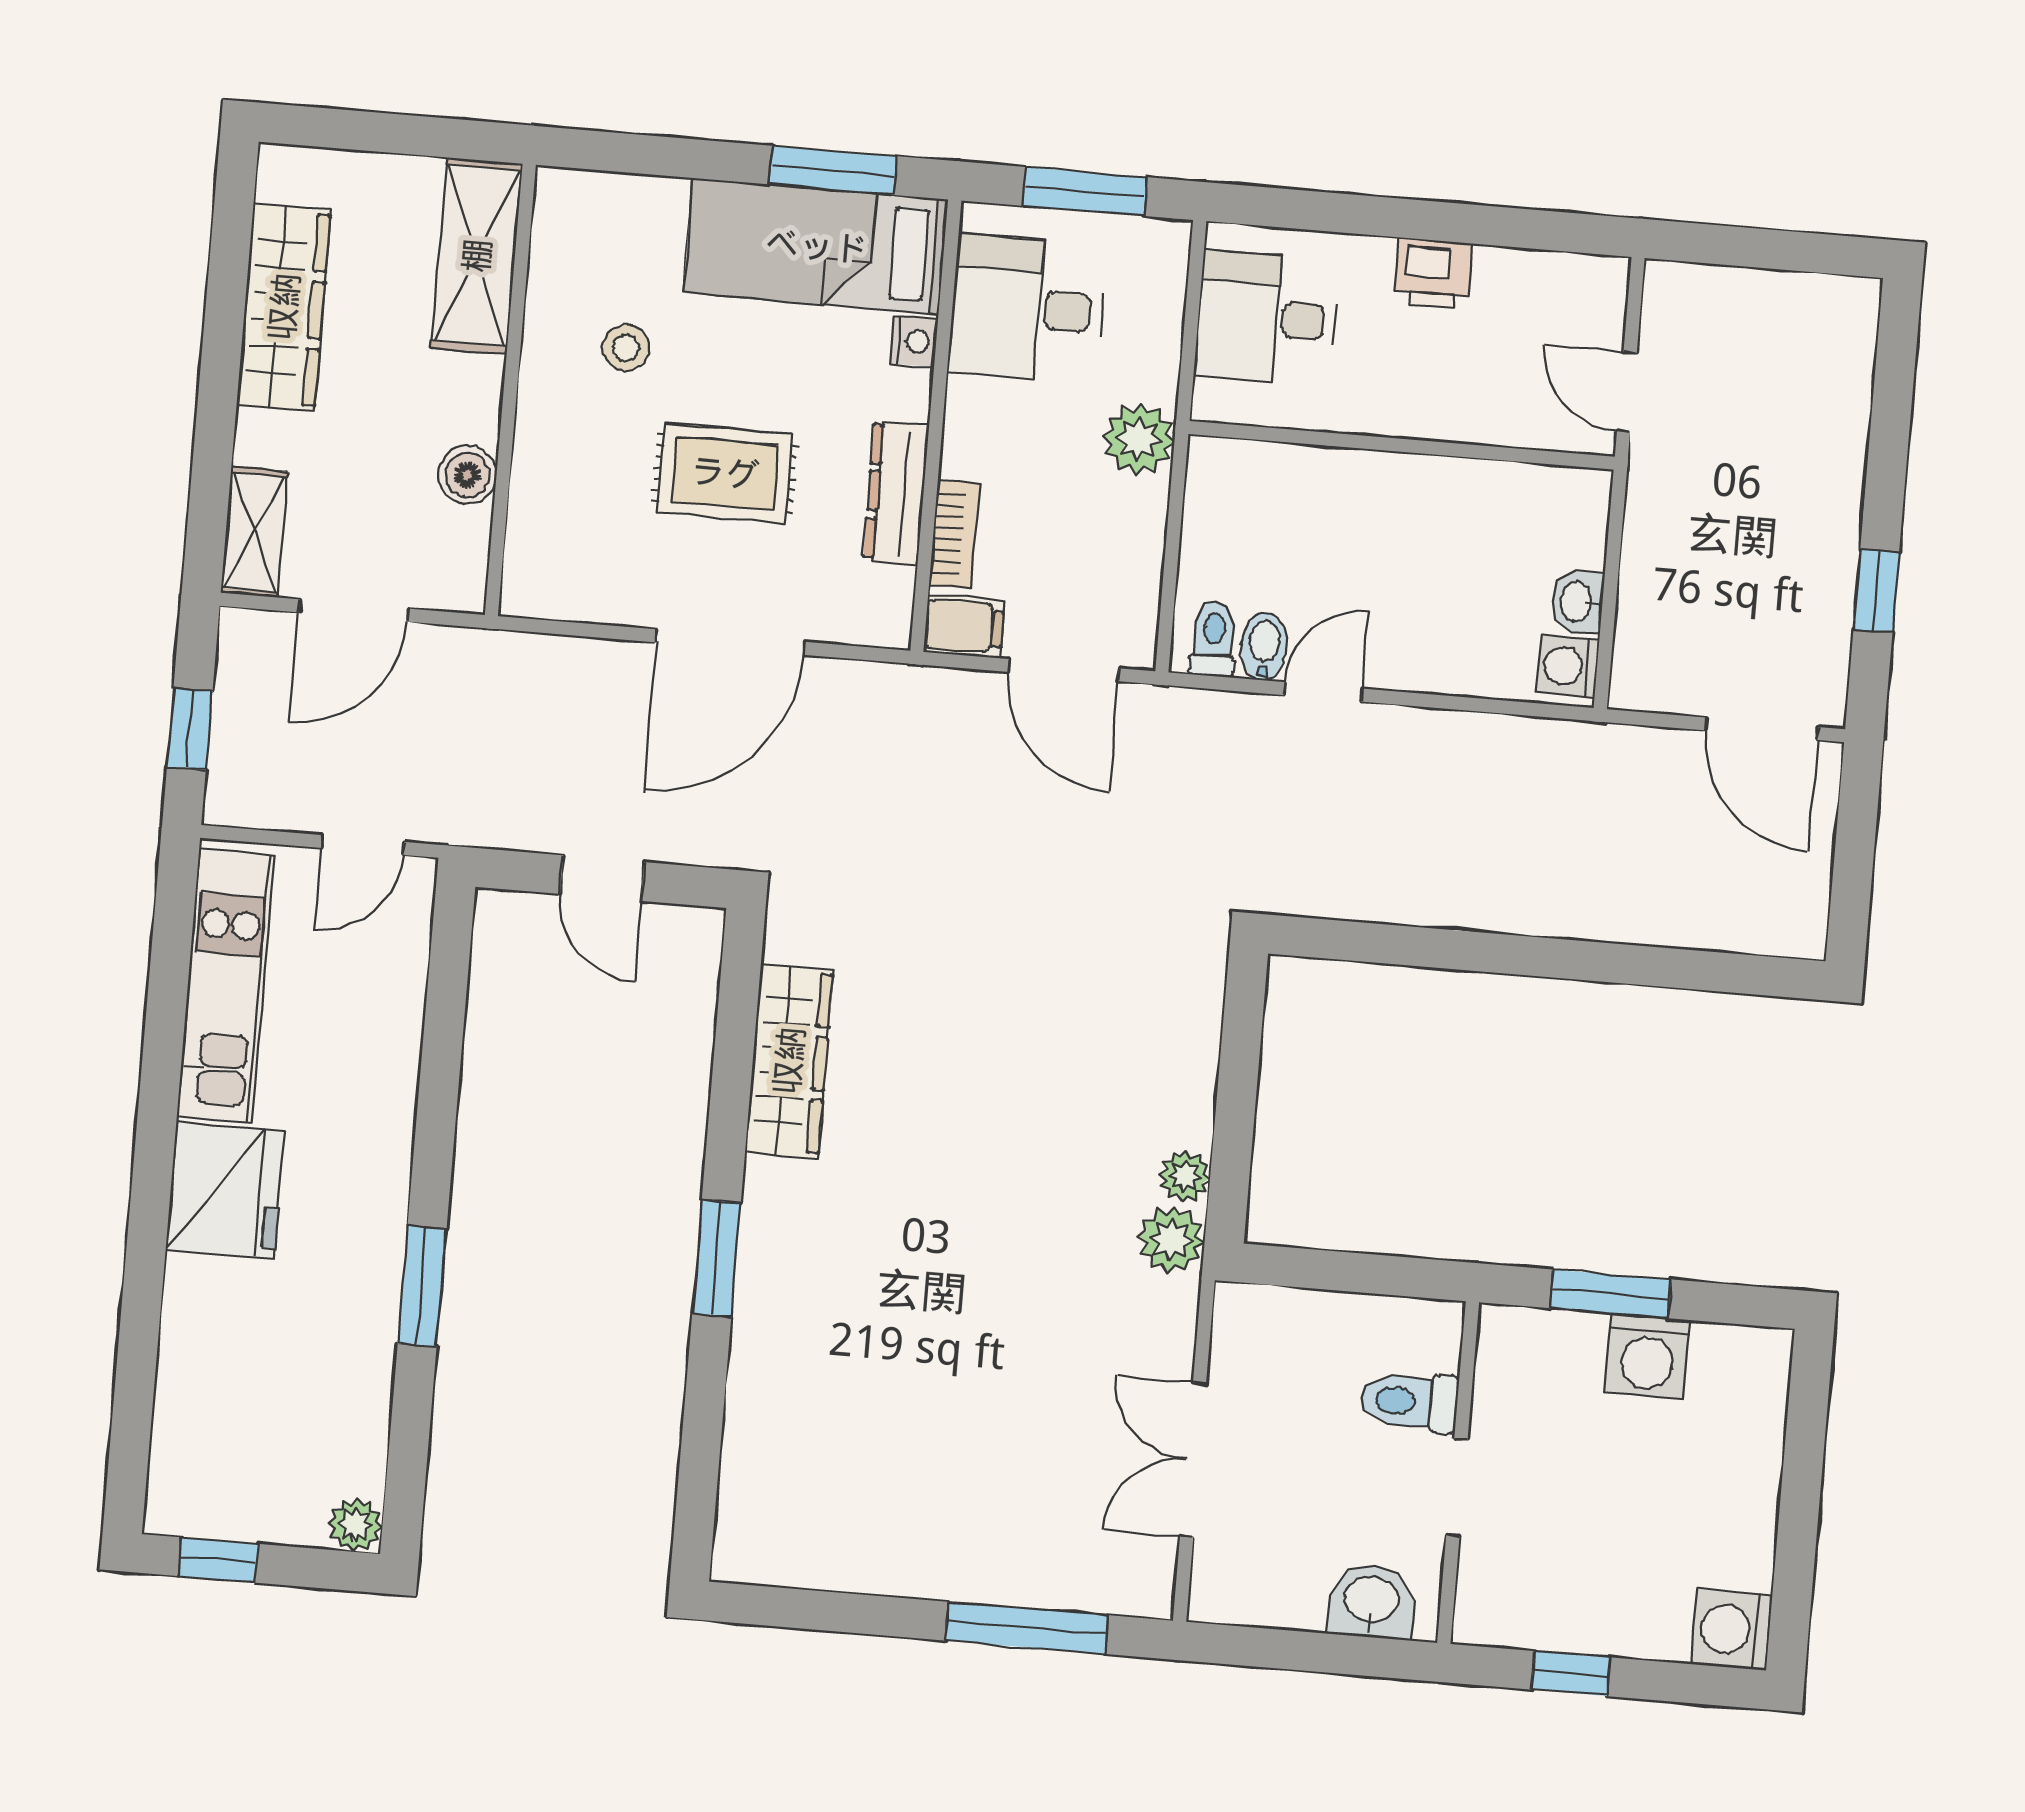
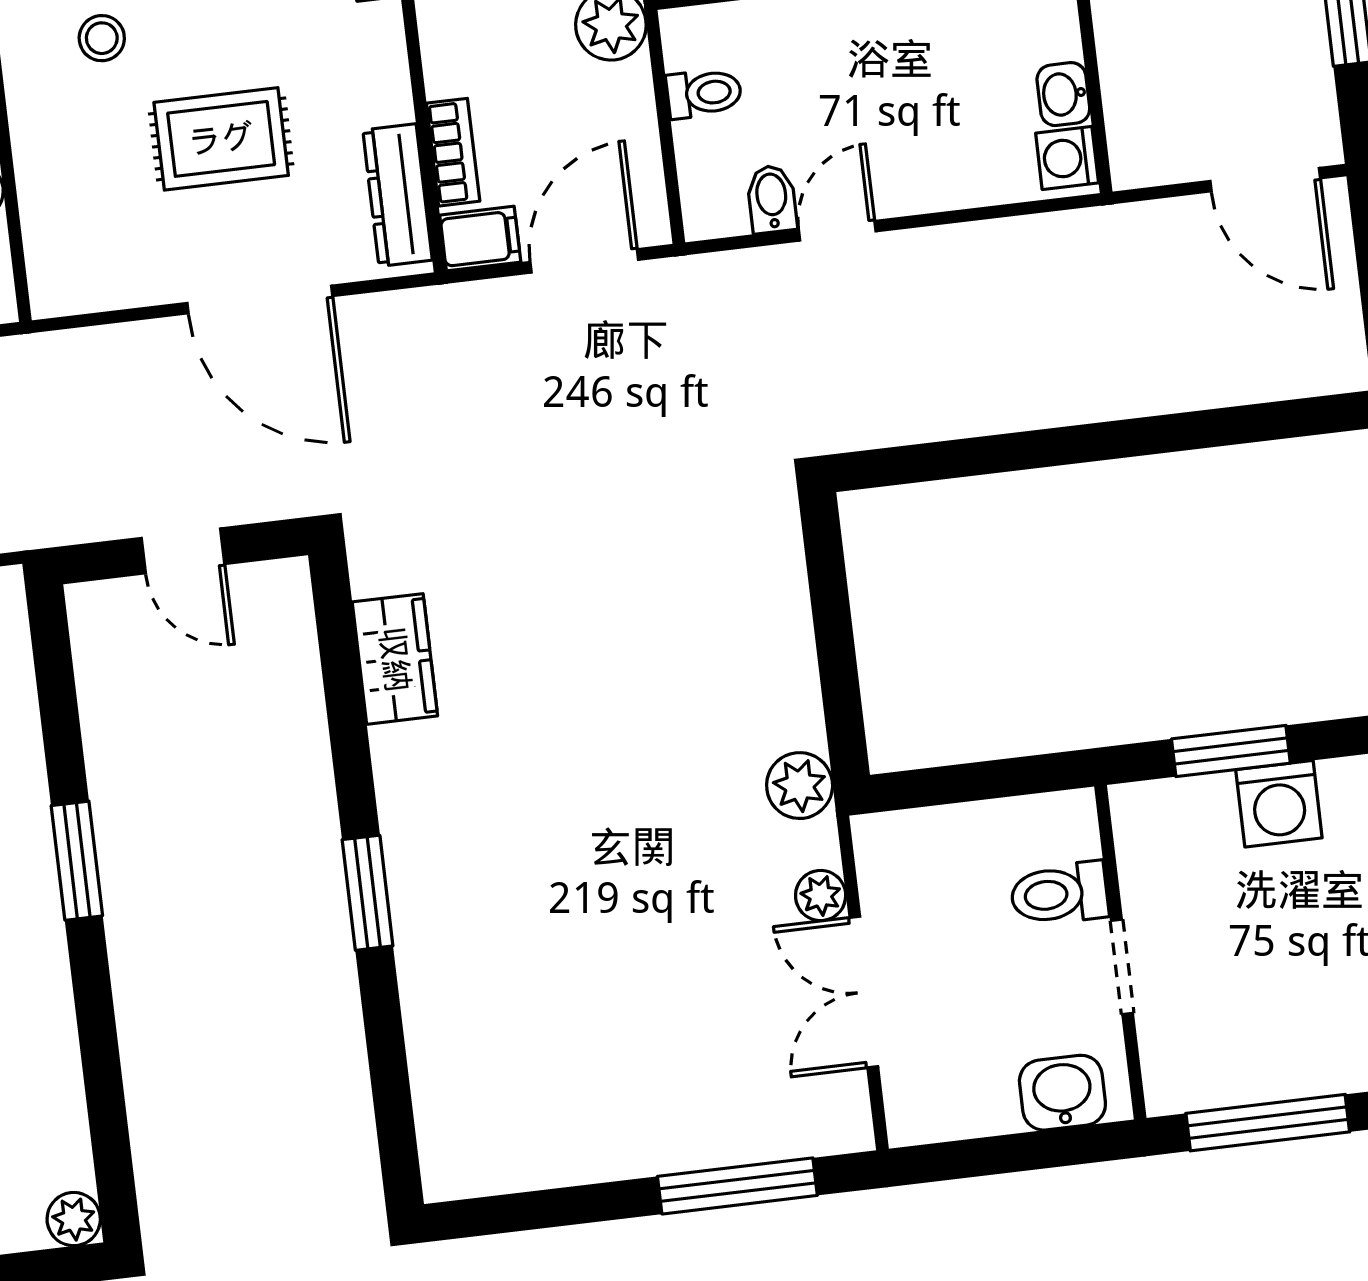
dresser: (896, 493) -> (398, 195), moved
toilet: (1214, 639) -> (704, 93), moved, turned 90
door: (731, 642) -> (260, 300), hinge flipped
door: (1063, 670) -> (584, 261), swing flipped
wardrobe: (789, 1061) -> (395, 659), width x0.67
plant: (1185, 1176) -> (821, 896), moved
window: (422, 1286) -> (77, 861), moved
window: (1571, 1674) -> (1268, 1123), width x2.17

